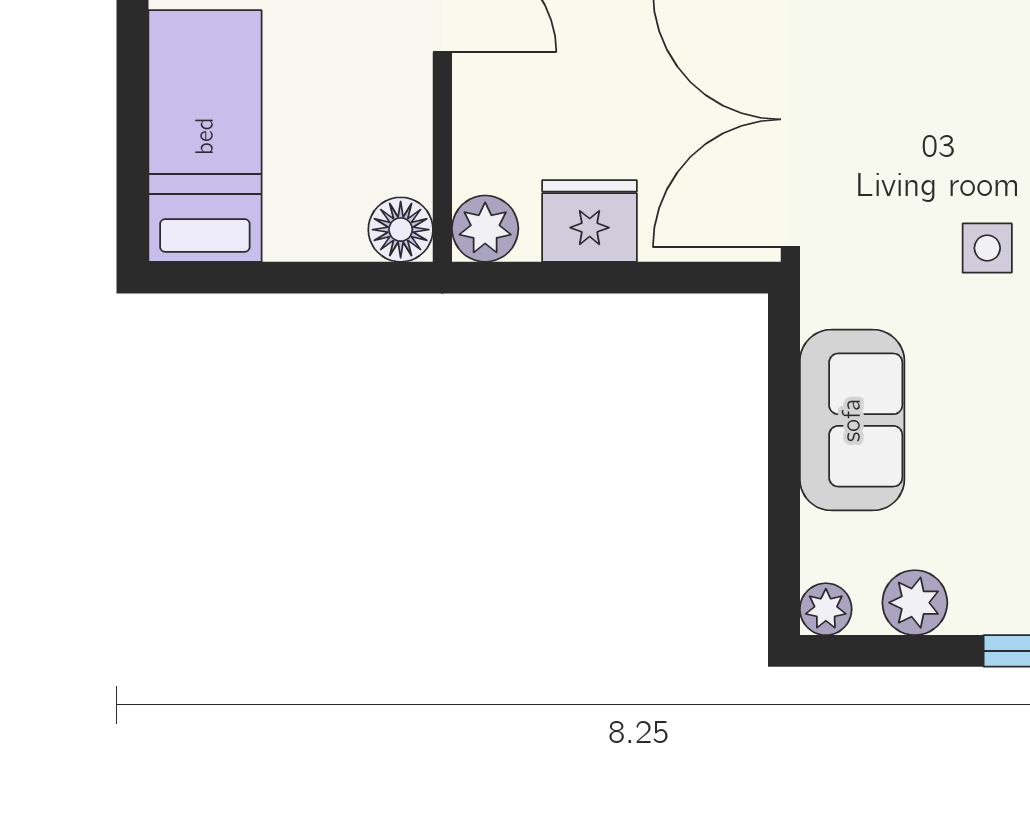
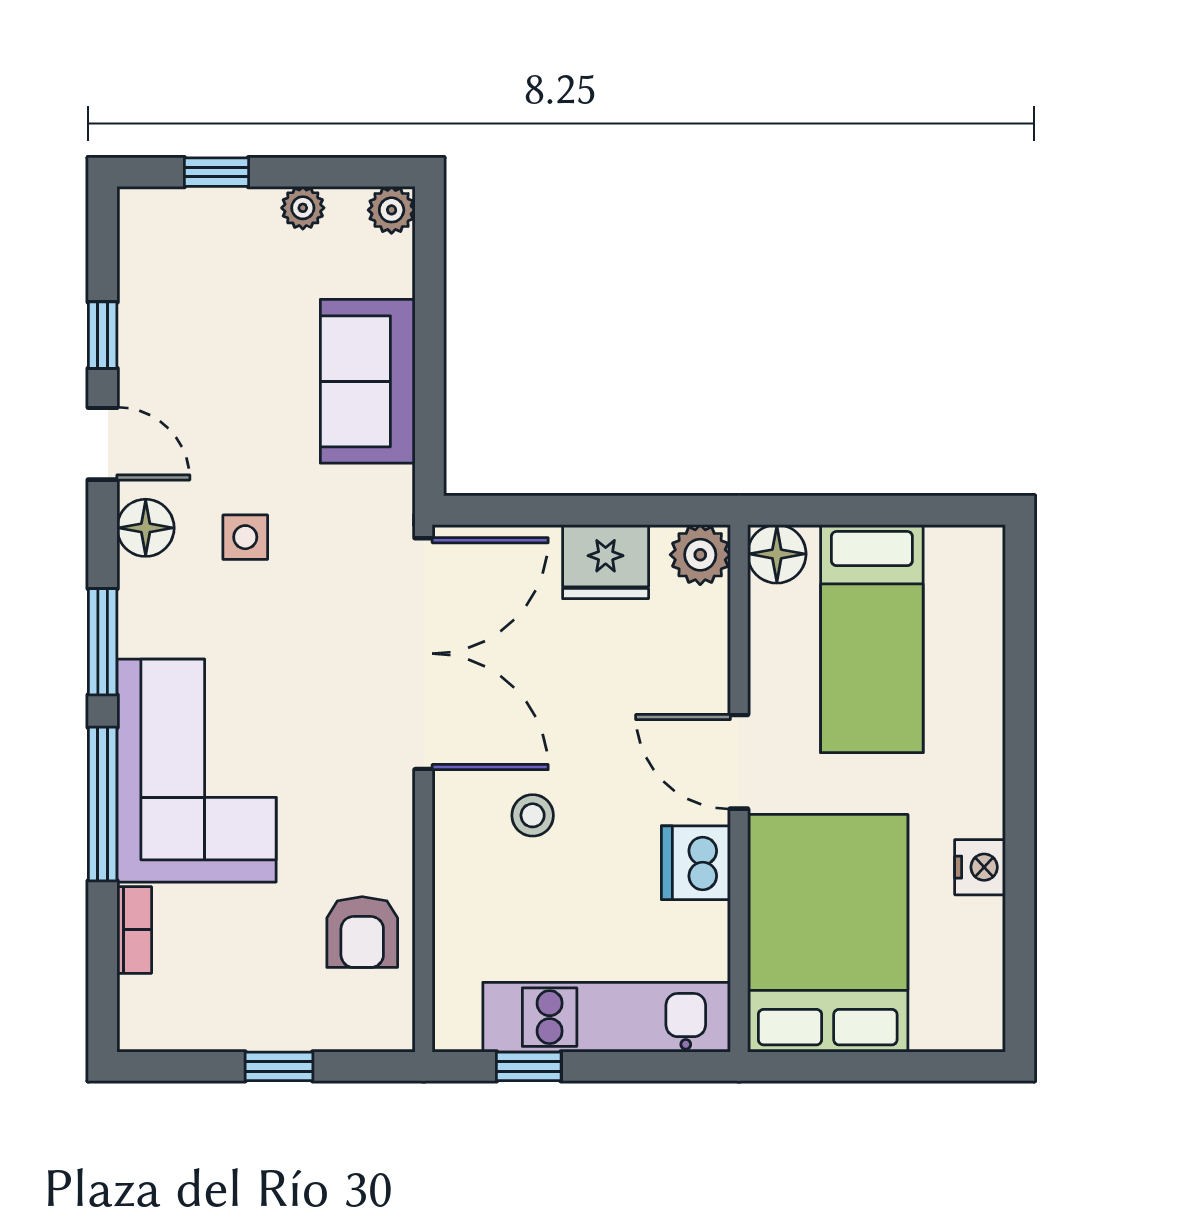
bed: (205, 136) -> (872, 639), moved
plant: (915, 603) -> (303, 208), width x0.73, depth x0.73

